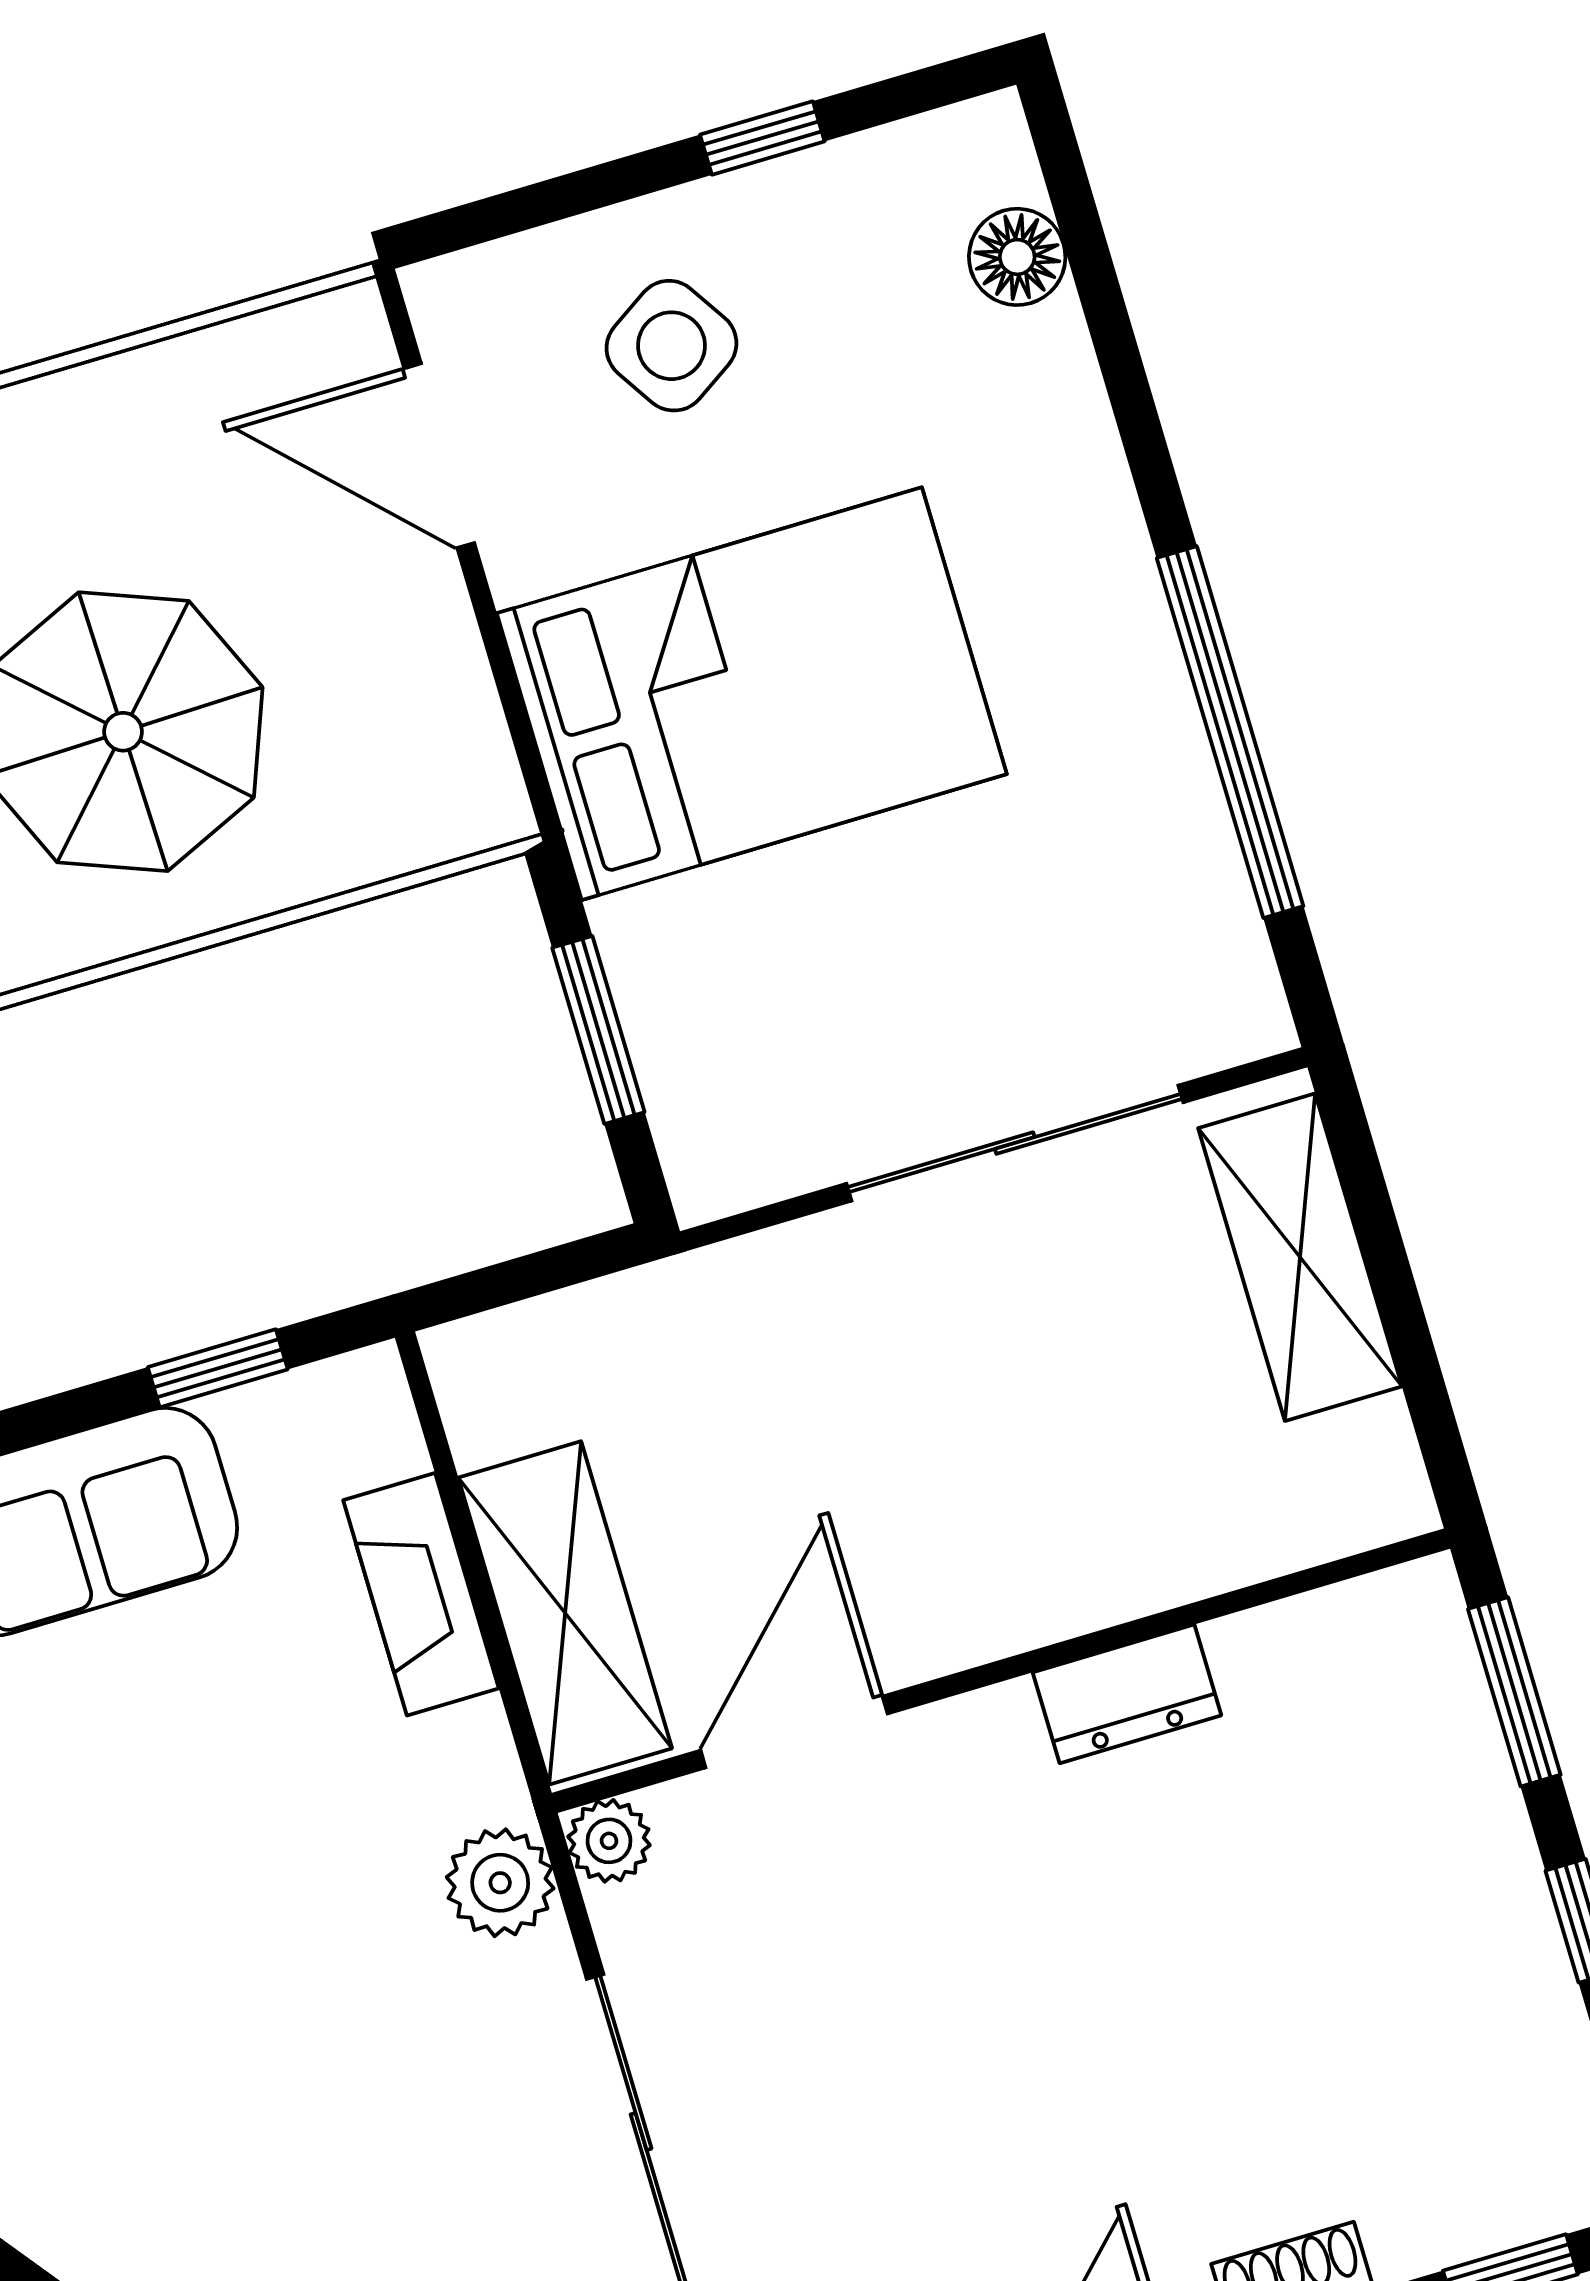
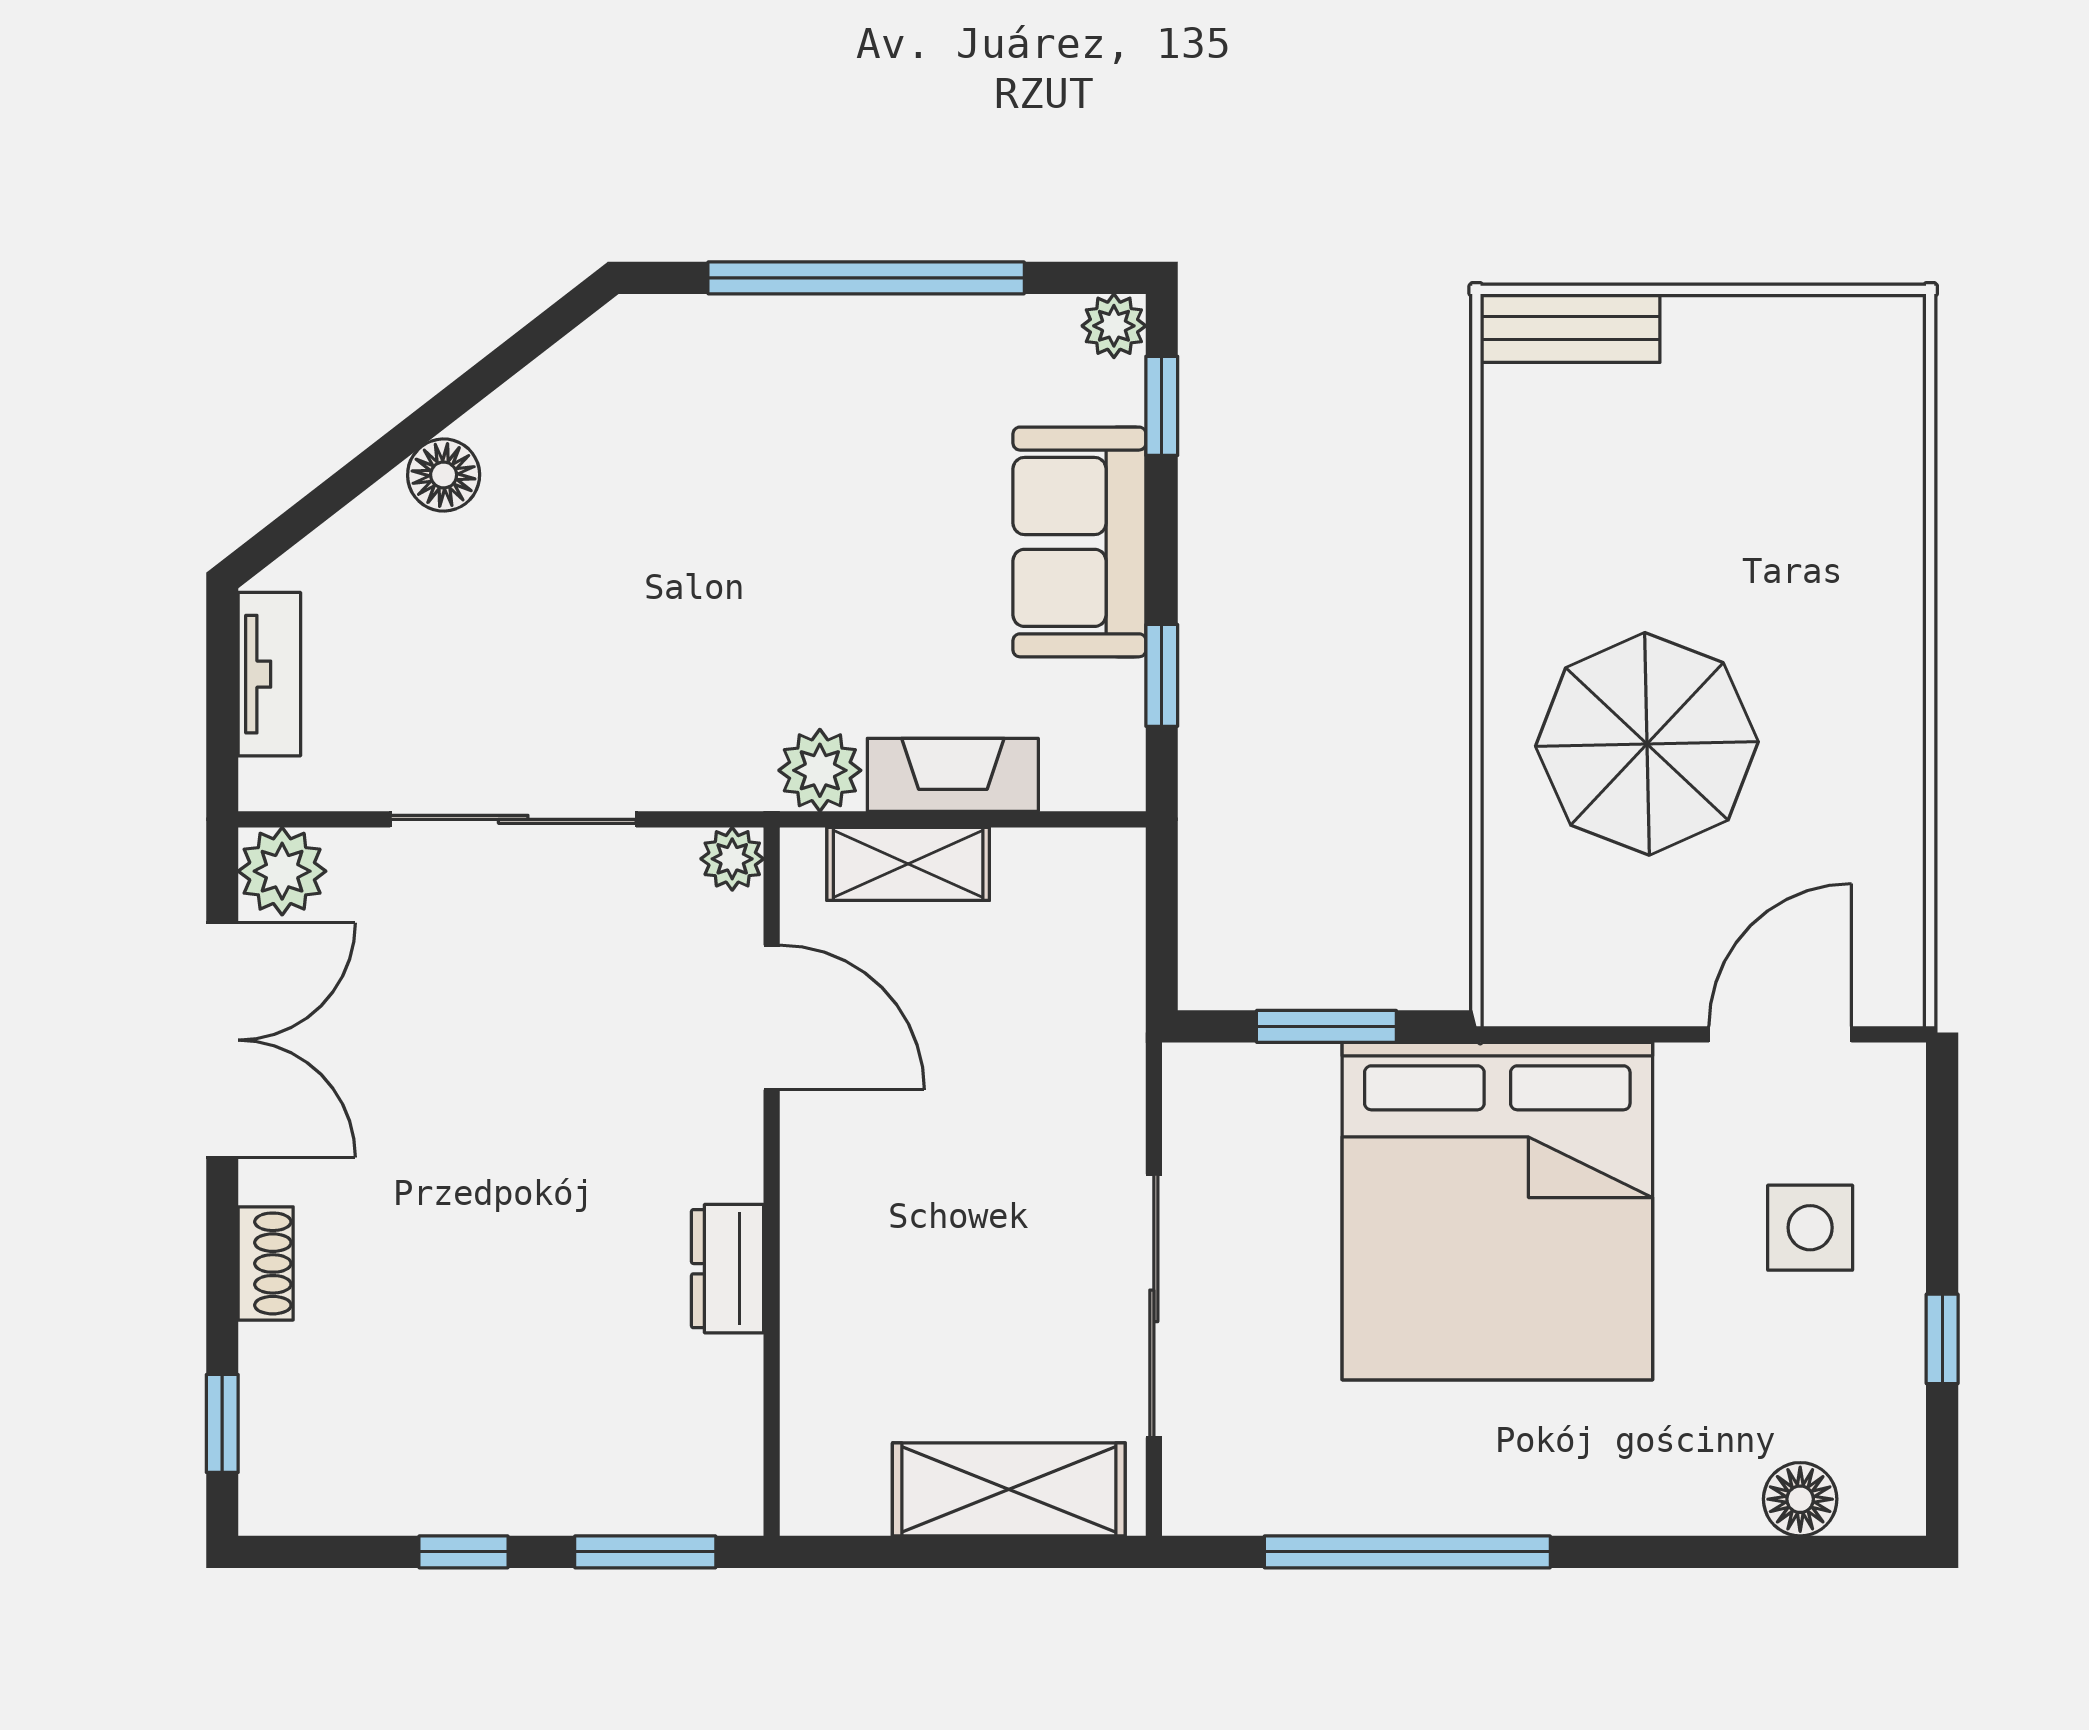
side table: (671, 346) -> (1810, 1228), turned 33
bed: (752, 694) -> (1497, 1211), width x1.36
shelving: (565, 1613) -> (908, 864), width x0.67, depth x0.75
plant: (500, 1883) -> (820, 770), moved

